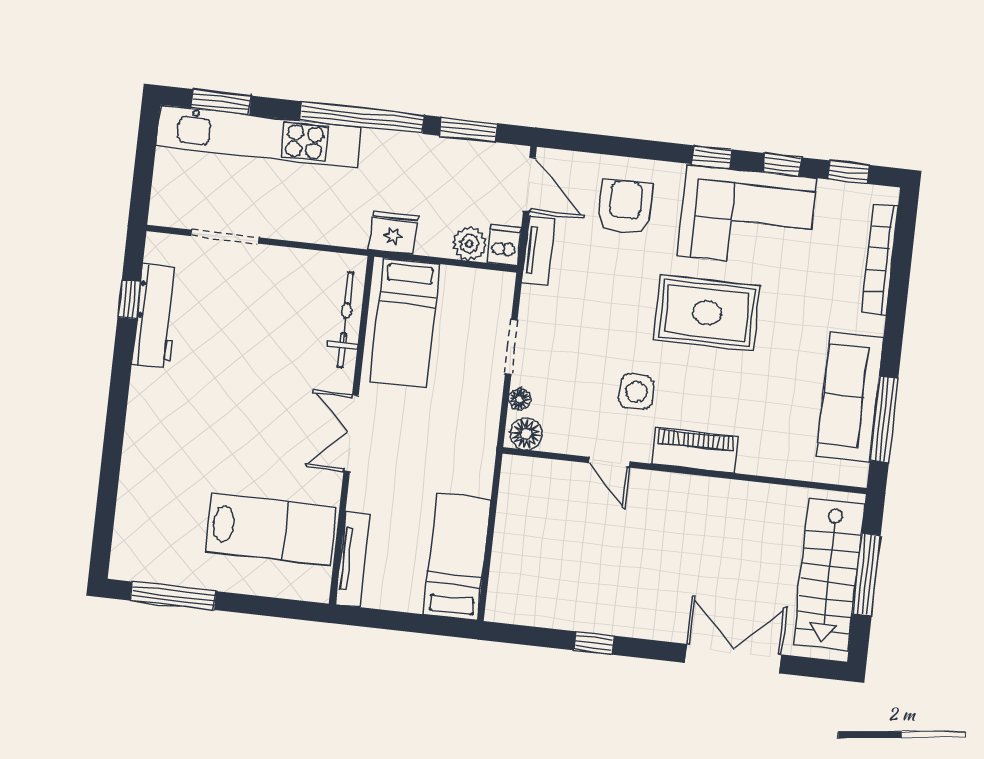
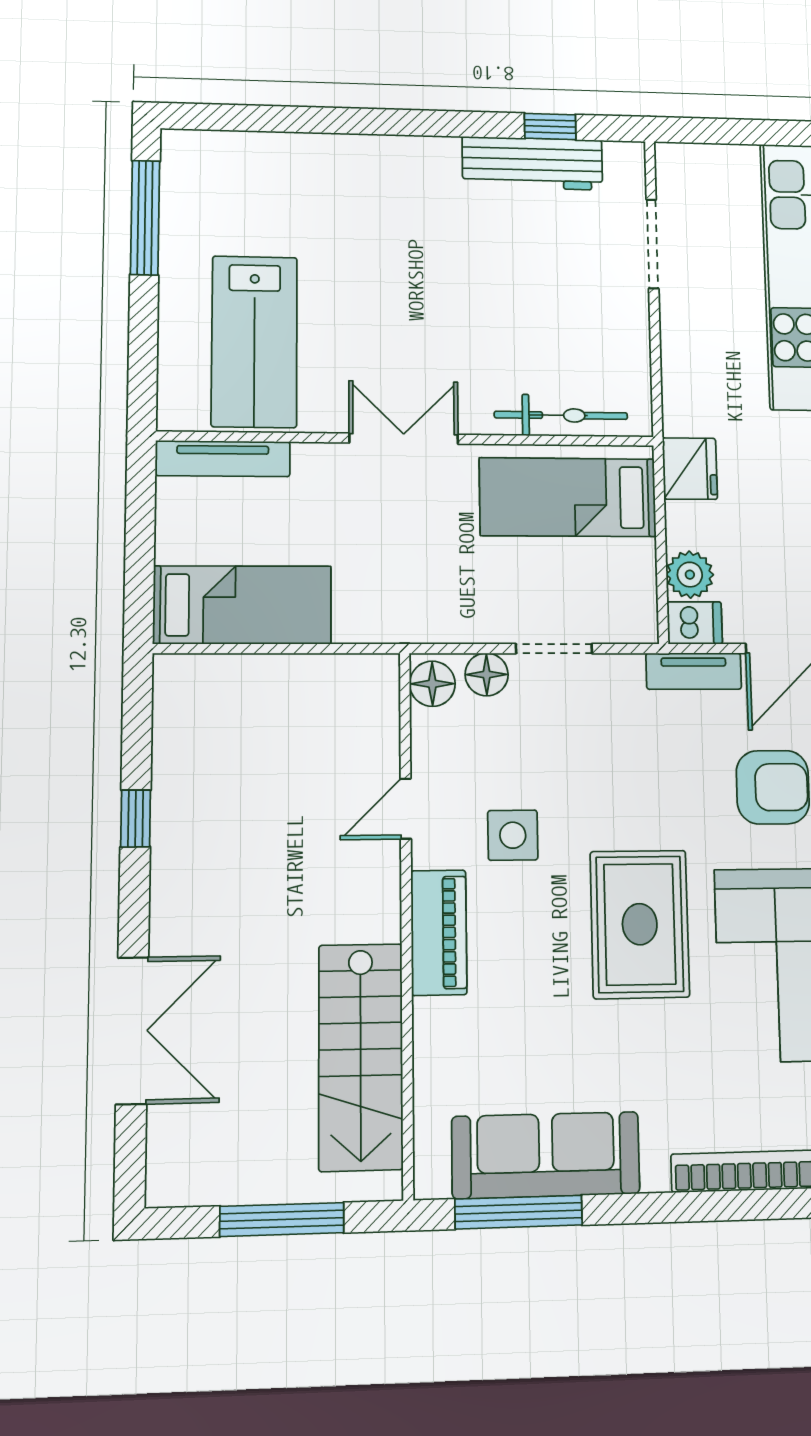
floor lamp: (519, 399) -> (487, 674), width x1.37, depth x1.37
stairs: (829, 574) -> (361, 1057), moved, turned -90

